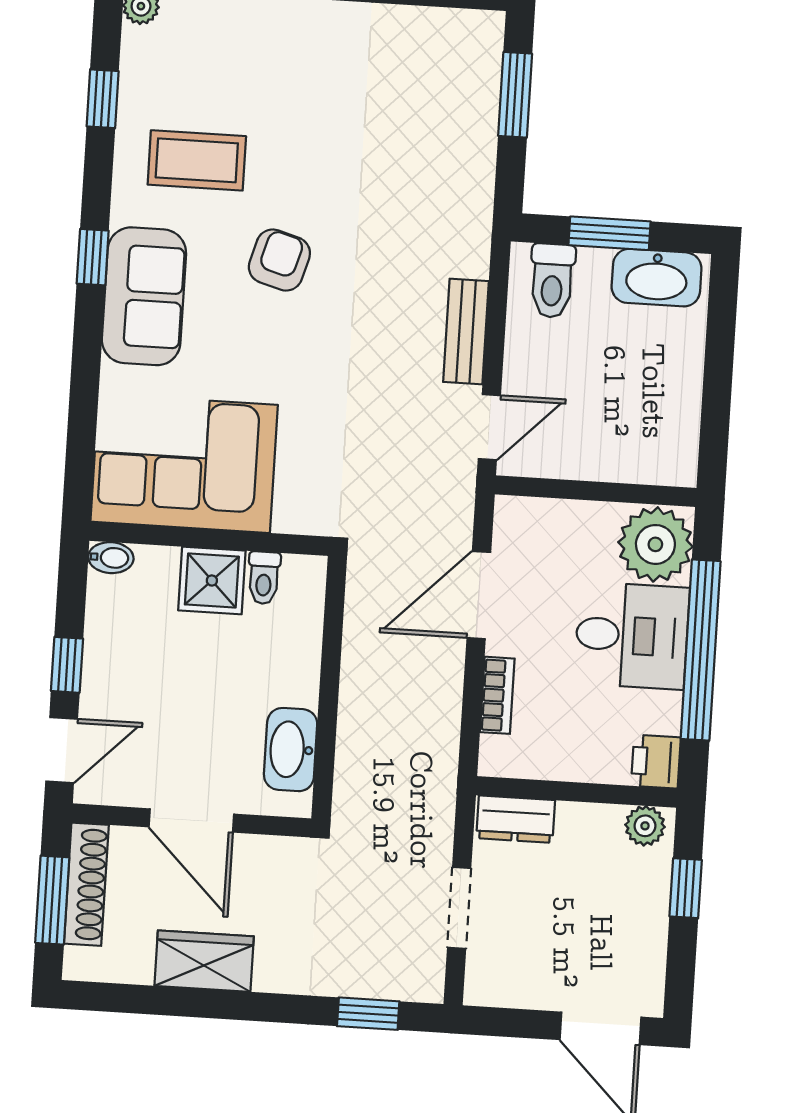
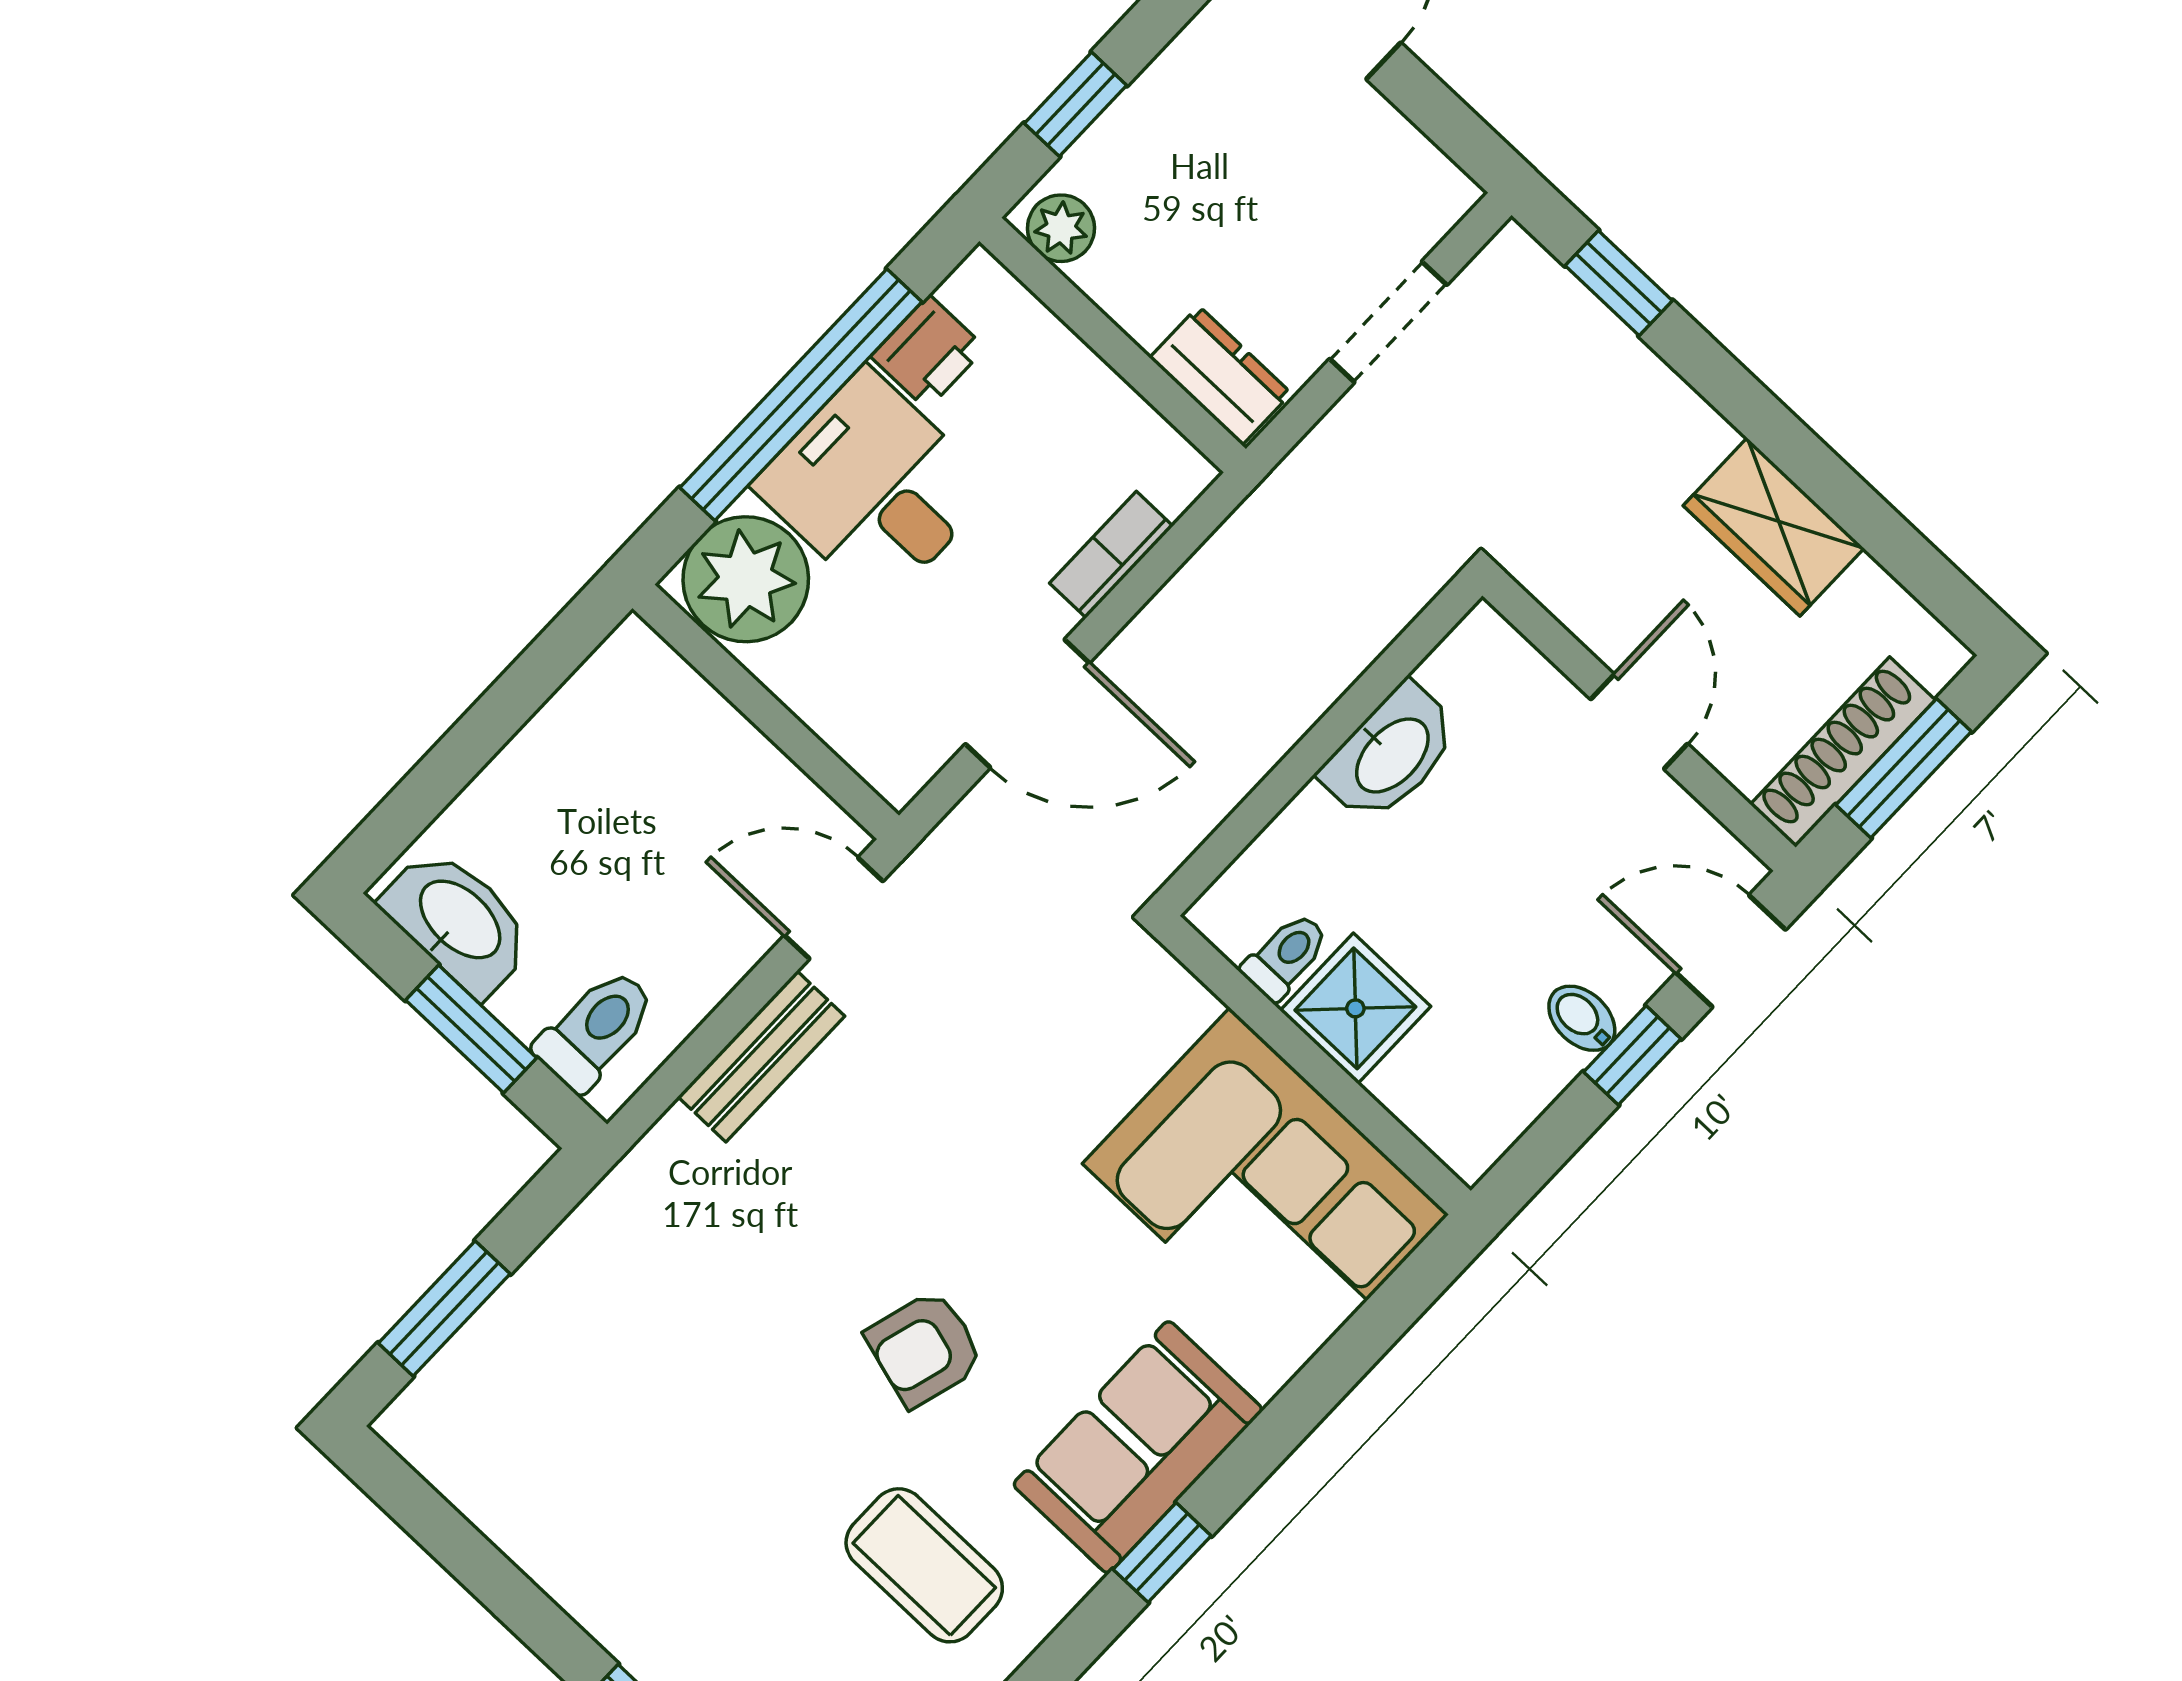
bidet: (111, 558) -> (1582, 1018), moved
washbasin: (291, 750) -> (1391, 754), moved
printer: (656, 762) -> (928, 352), moved
door: (191, 820) -> (1639, 722), width x0.73

